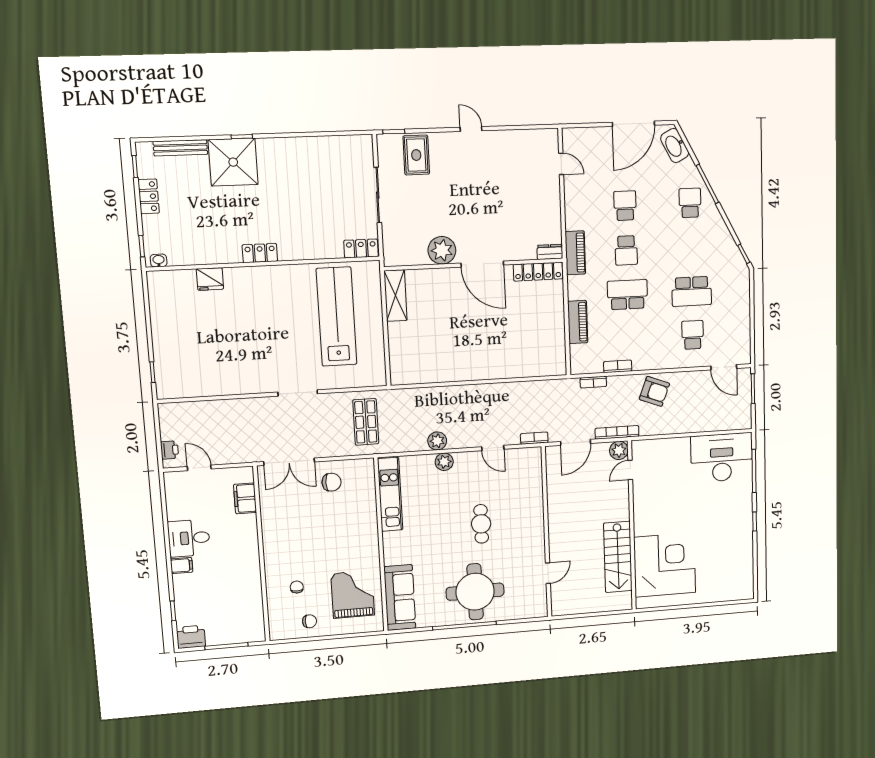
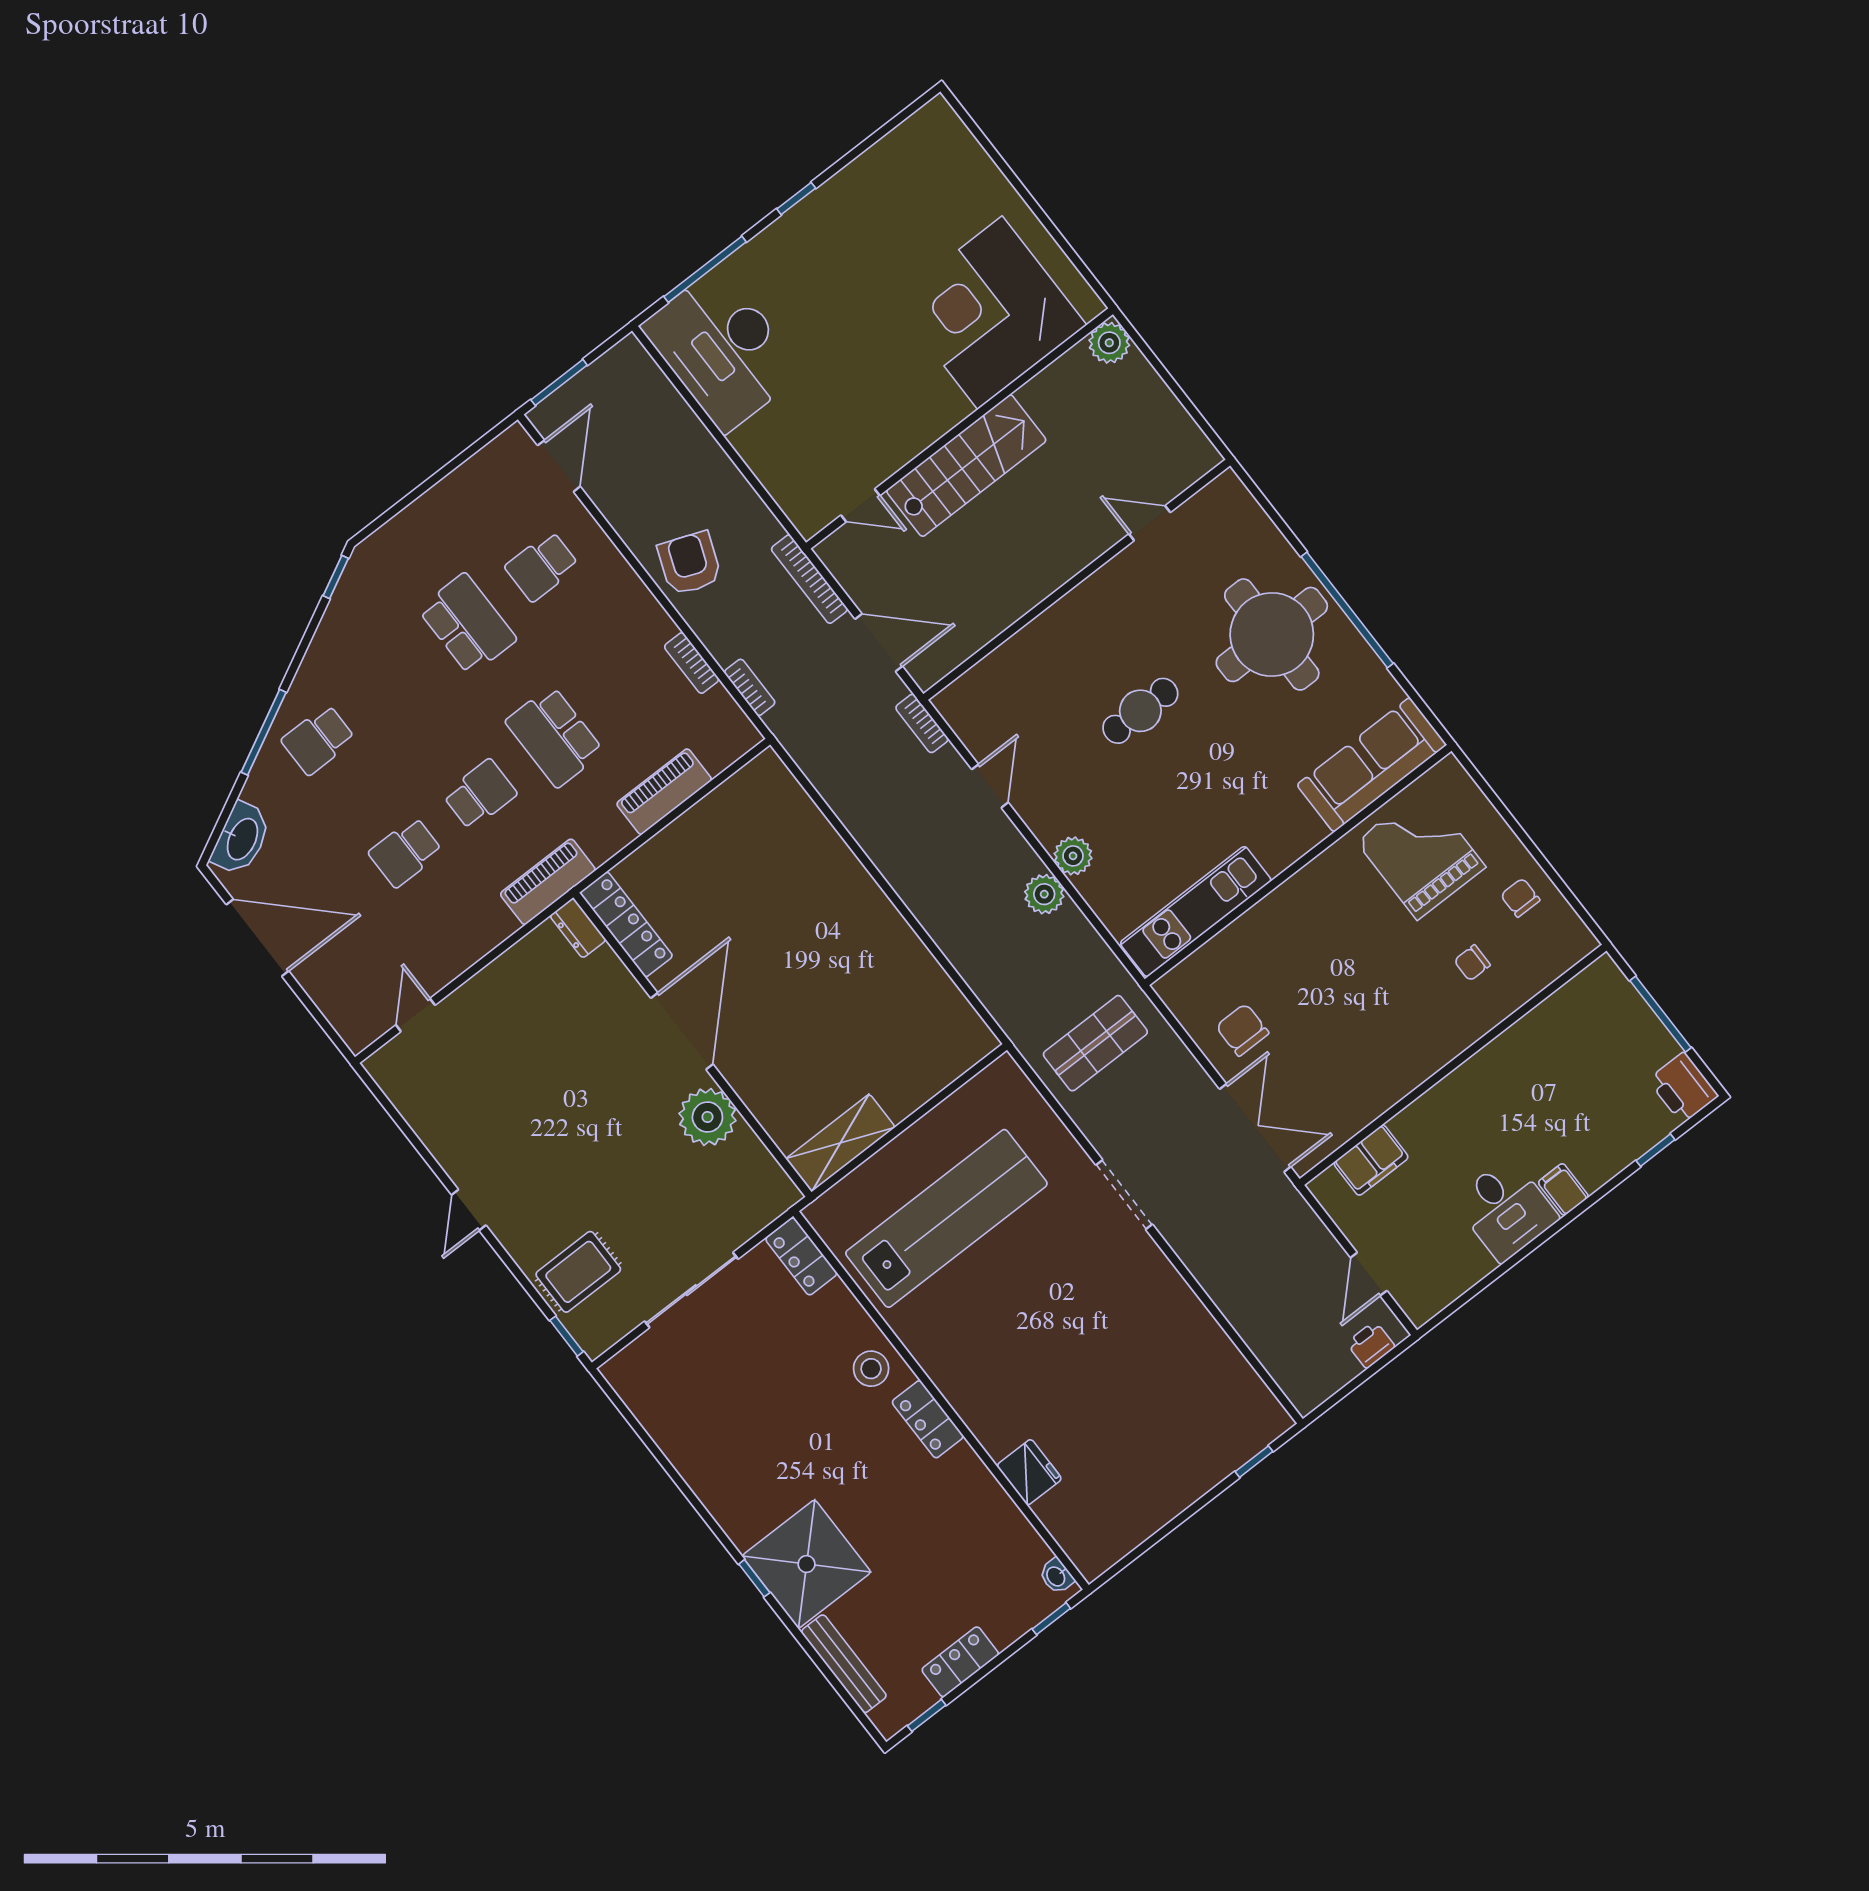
stool: (296, 245) -> (871, 1369), added
lab bench: (337, 317) -> (946, 1218), turned 180
plant: (619, 450) -> (1109, 343), moved
stairs: (618, 557) -> (966, 466), moved
grand piano: (353, 594) -> (1421, 854), turned 90

